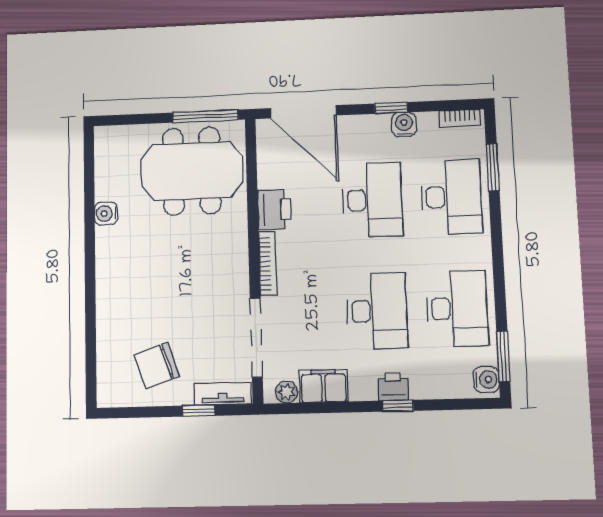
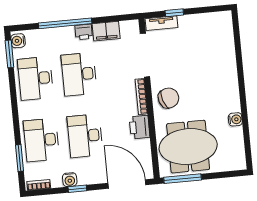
chair: (157, 366) -> (169, 98), moved
printer: (393, 387) -> (84, 32), moved
plant: (287, 392) -> (126, 26), removed
window: (398, 406) -> (65, 23), width x3.17

